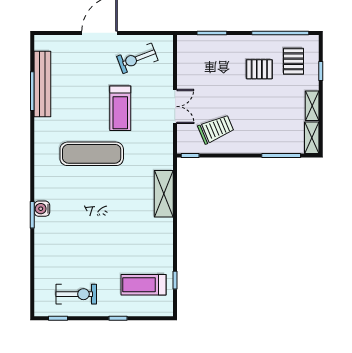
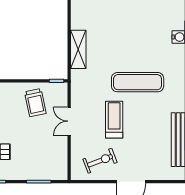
trolley: (216, 129) -> (35, 103), turned -79

